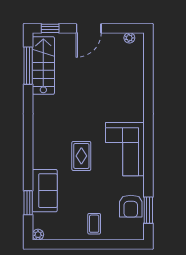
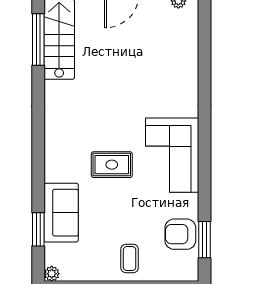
rug: (81, 156) -> (112, 165), turned 90
armchair: (131, 206) -> (180, 234), turned 90

